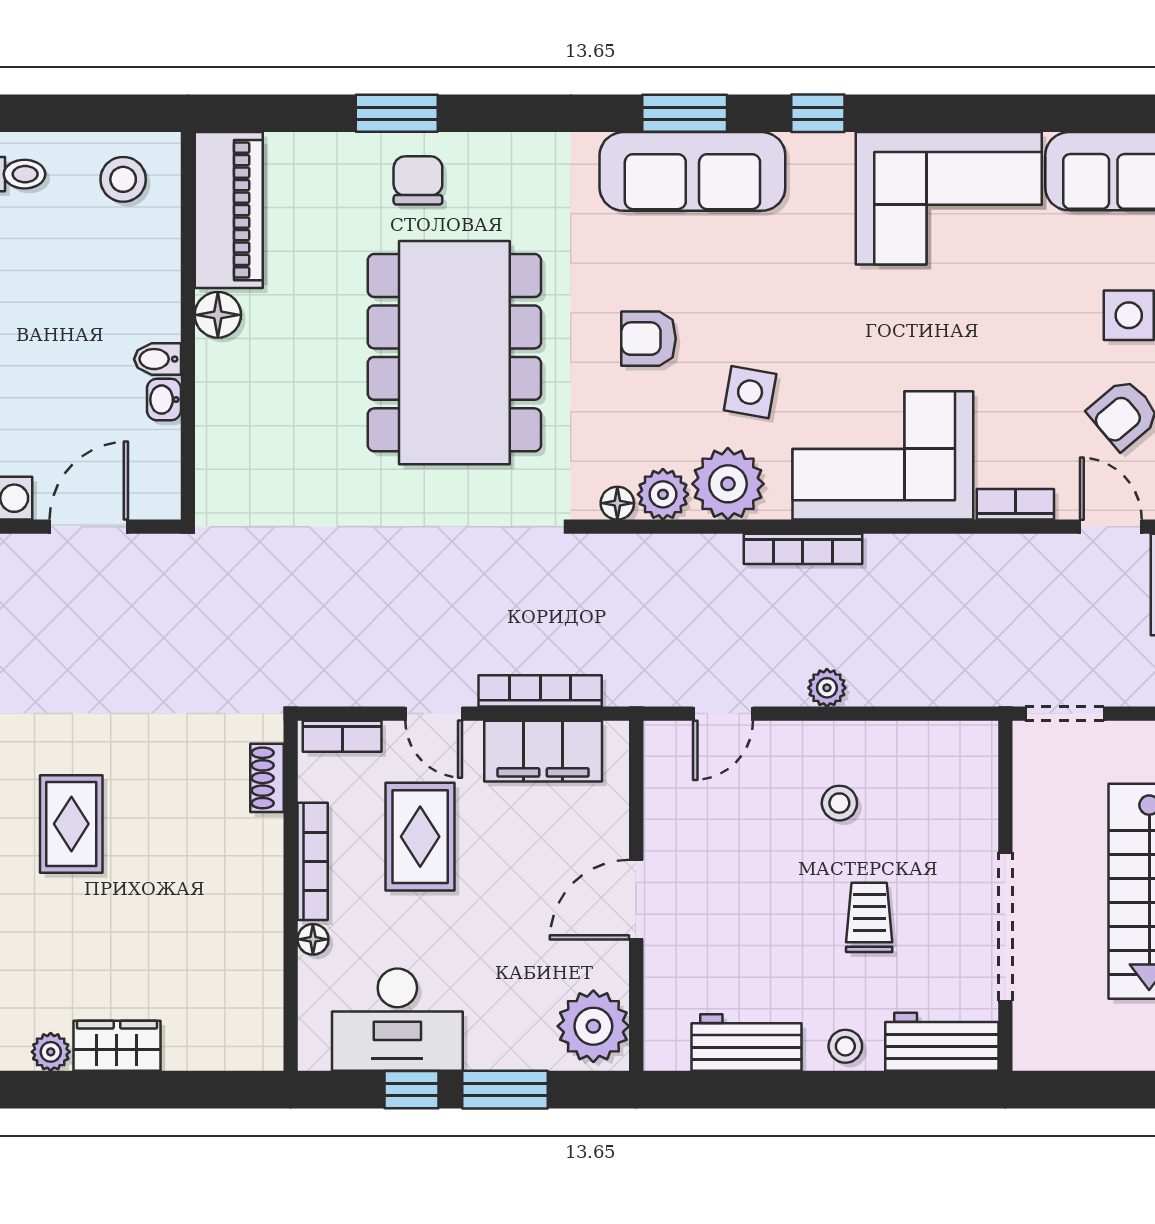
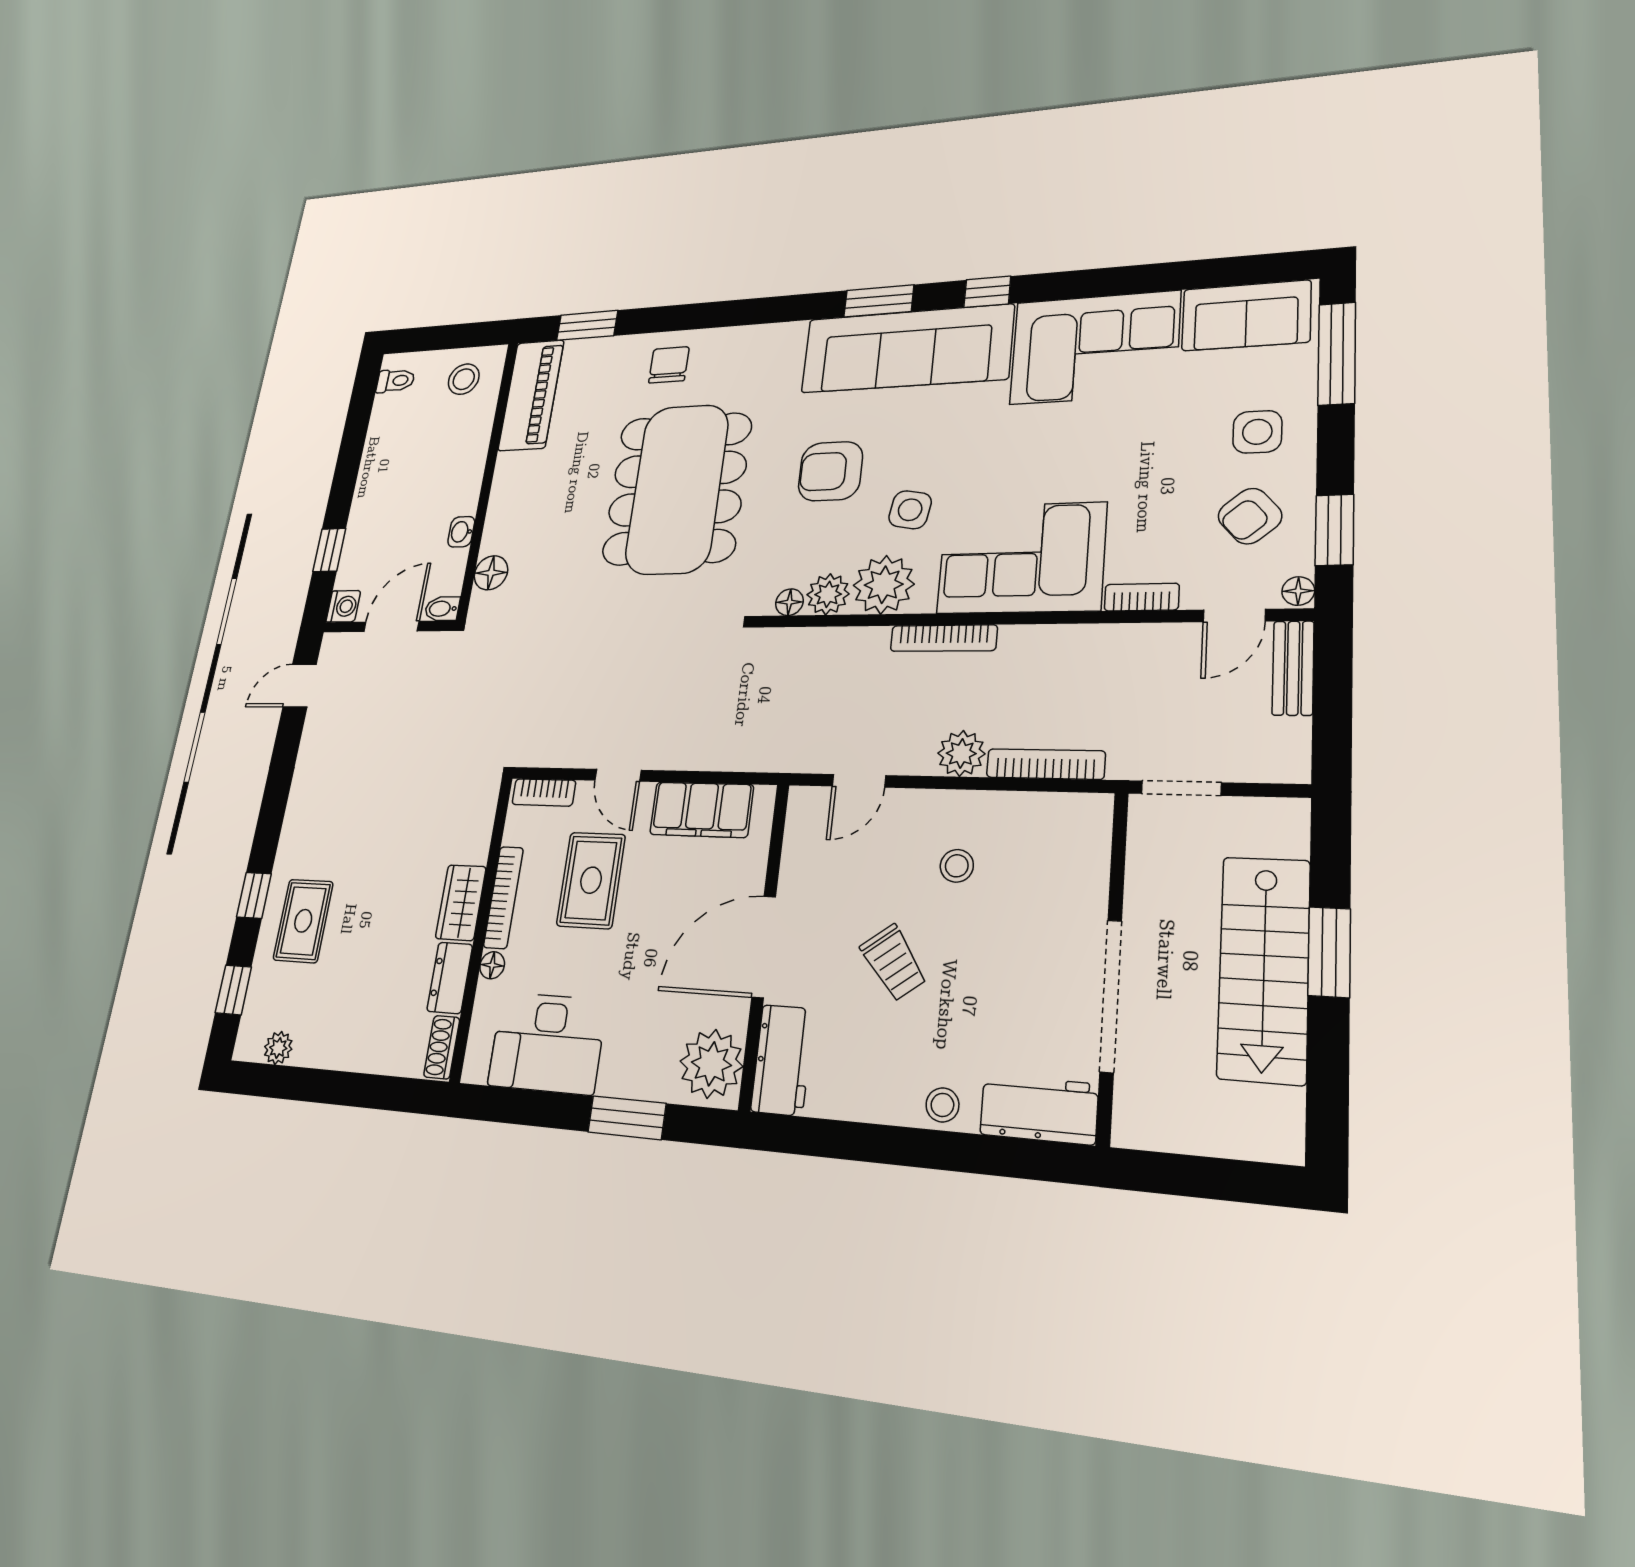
window: (397, 113) -> (587, 325), moved
sofa: (692, 171) -> (906, 349), width x1.36, depth x1.27
floor lamp: (218, 315) -> (491, 573), moved
armchair: (649, 339) -> (830, 471), width x1.38, depth x1.38
bidet: (157, 359) -> (442, 609), moved
door: (1111, 527) -> (1234, 616), swing flipped
plant: (827, 688) -> (961, 753), width x1.38, depth x1.38
bookcase: (540, 691) -> (1046, 764), moved
shoe rack: (267, 778) -> (442, 1047), moved
rug: (71, 824) -> (303, 921), moved
door: (636, 900) -> (764, 947), width x1.36
trolley: (869, 917) -> (893, 963), moved, turned 143
dresser: (261, 957) -> (450, 978), added
workbench: (746, 1043) -> (782, 1060), moved, turned 90
wardrobe: (117, 1046) -> (461, 903), moved, turned -90
window: (412, 1090) -> (548, 1110), removed

